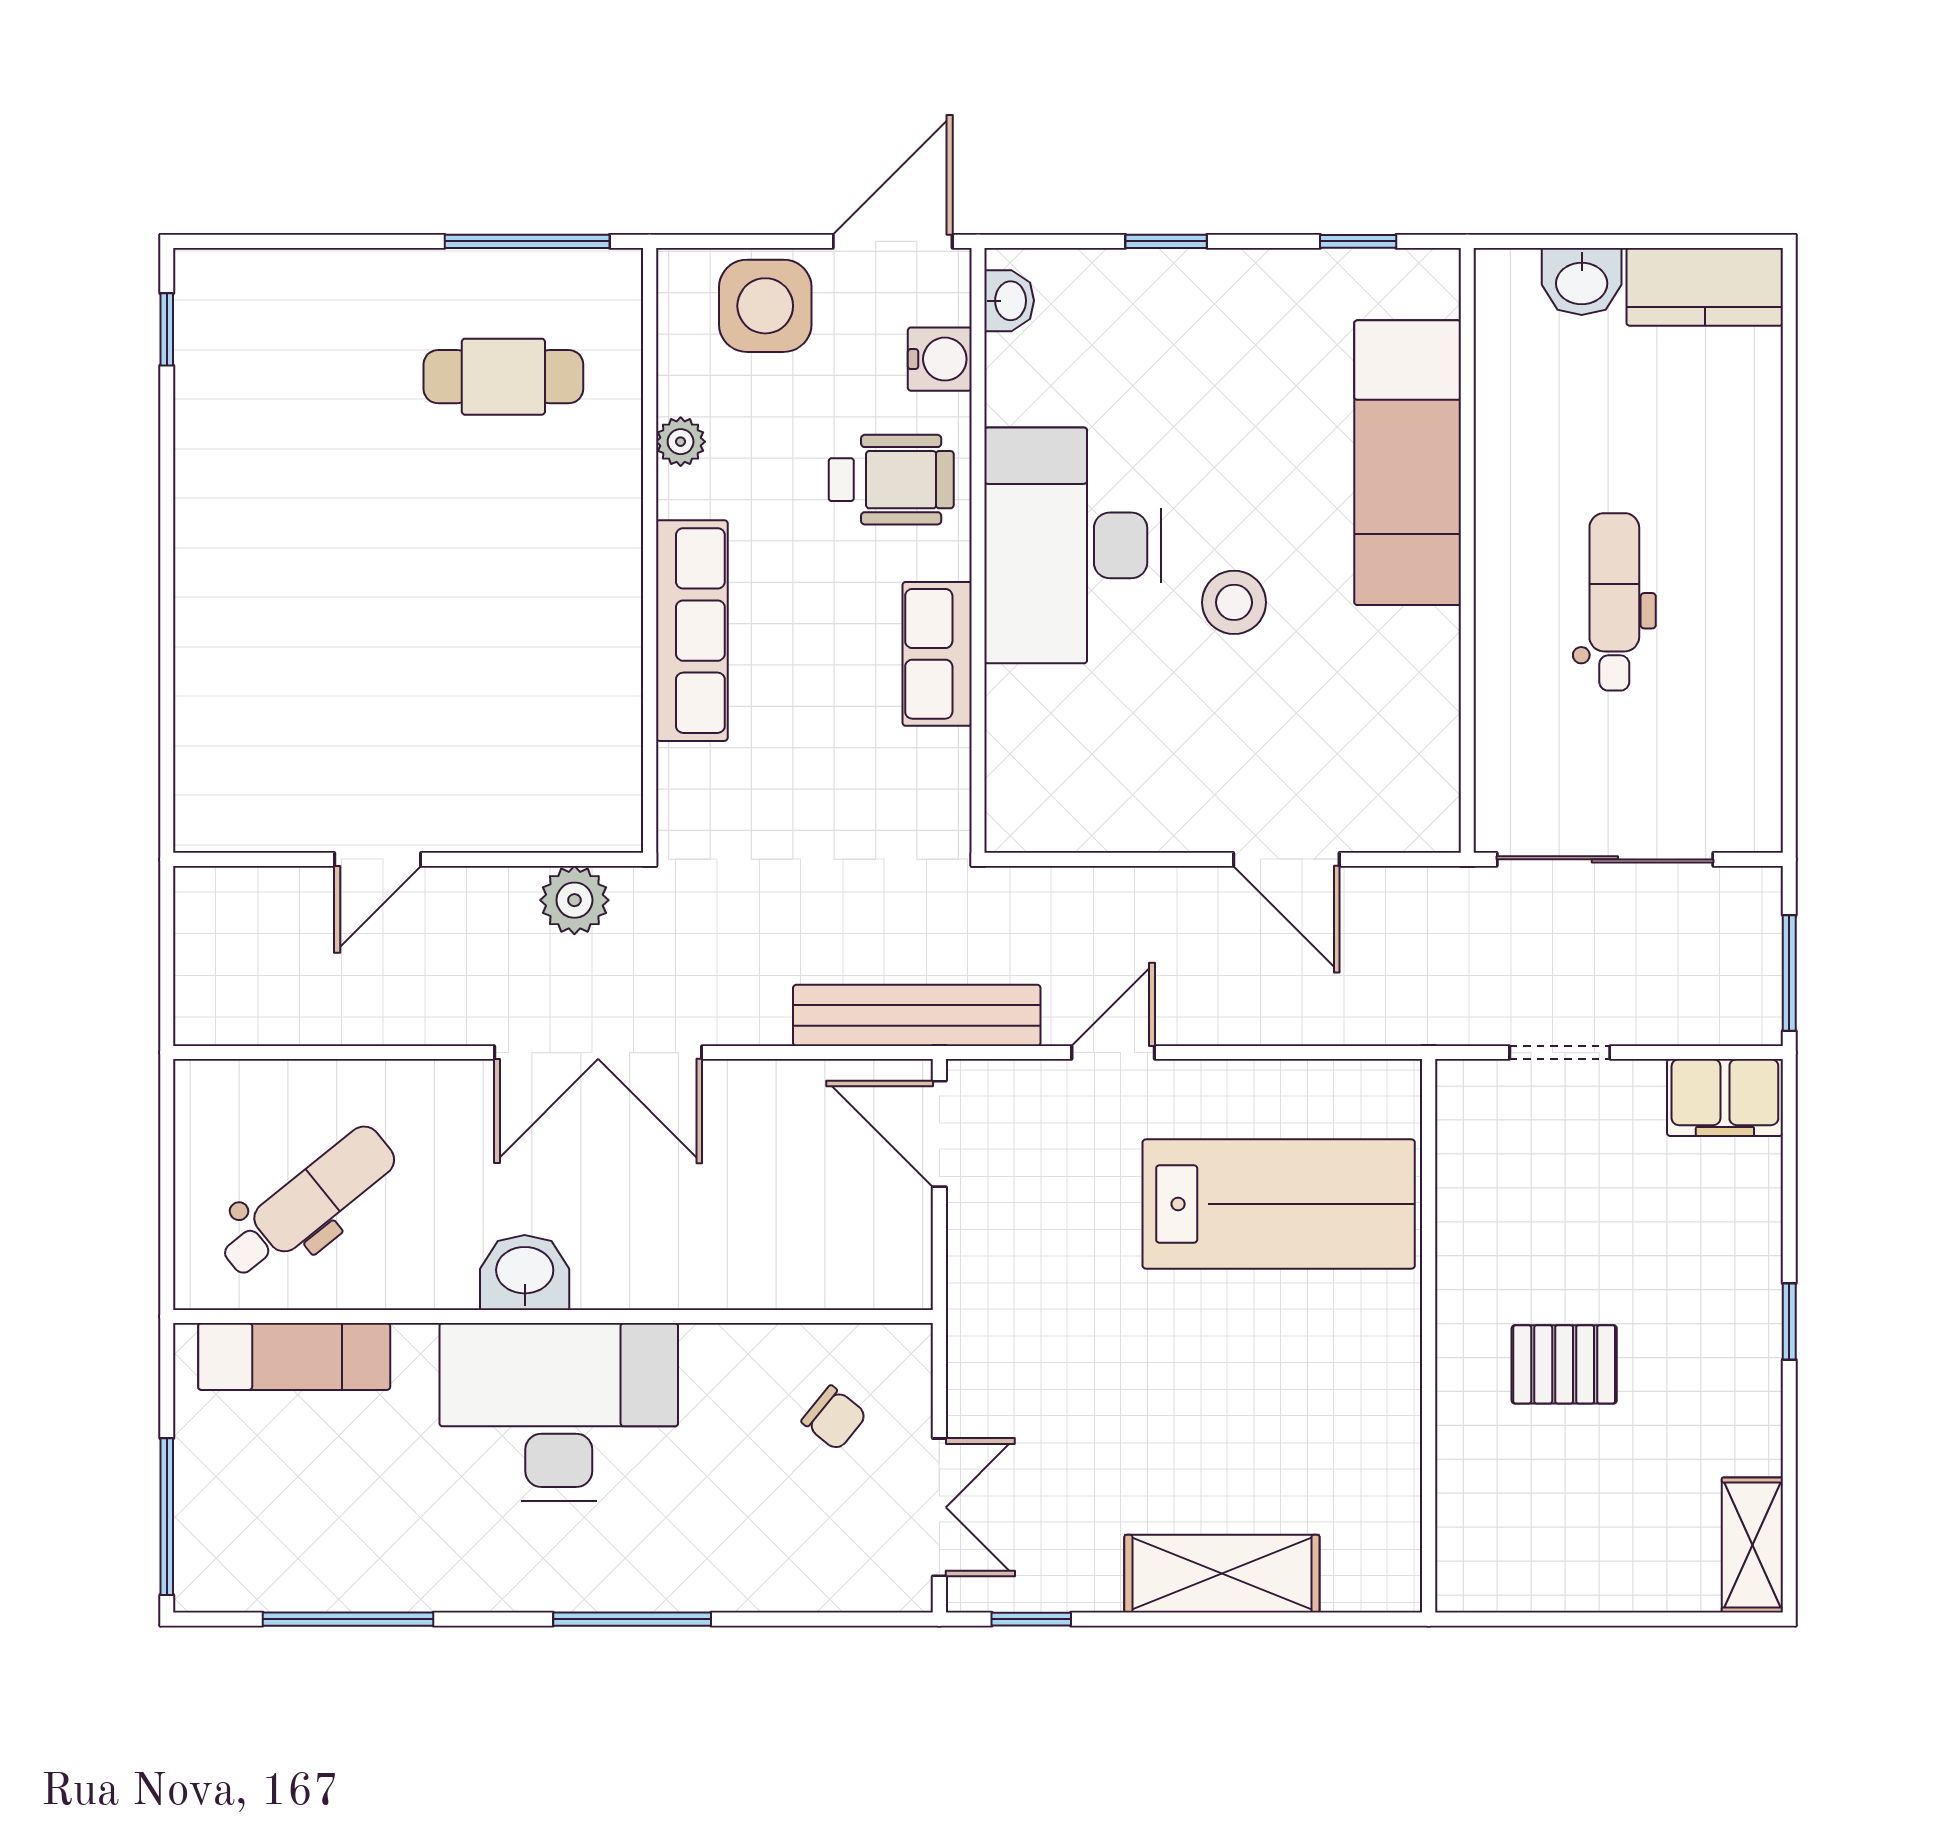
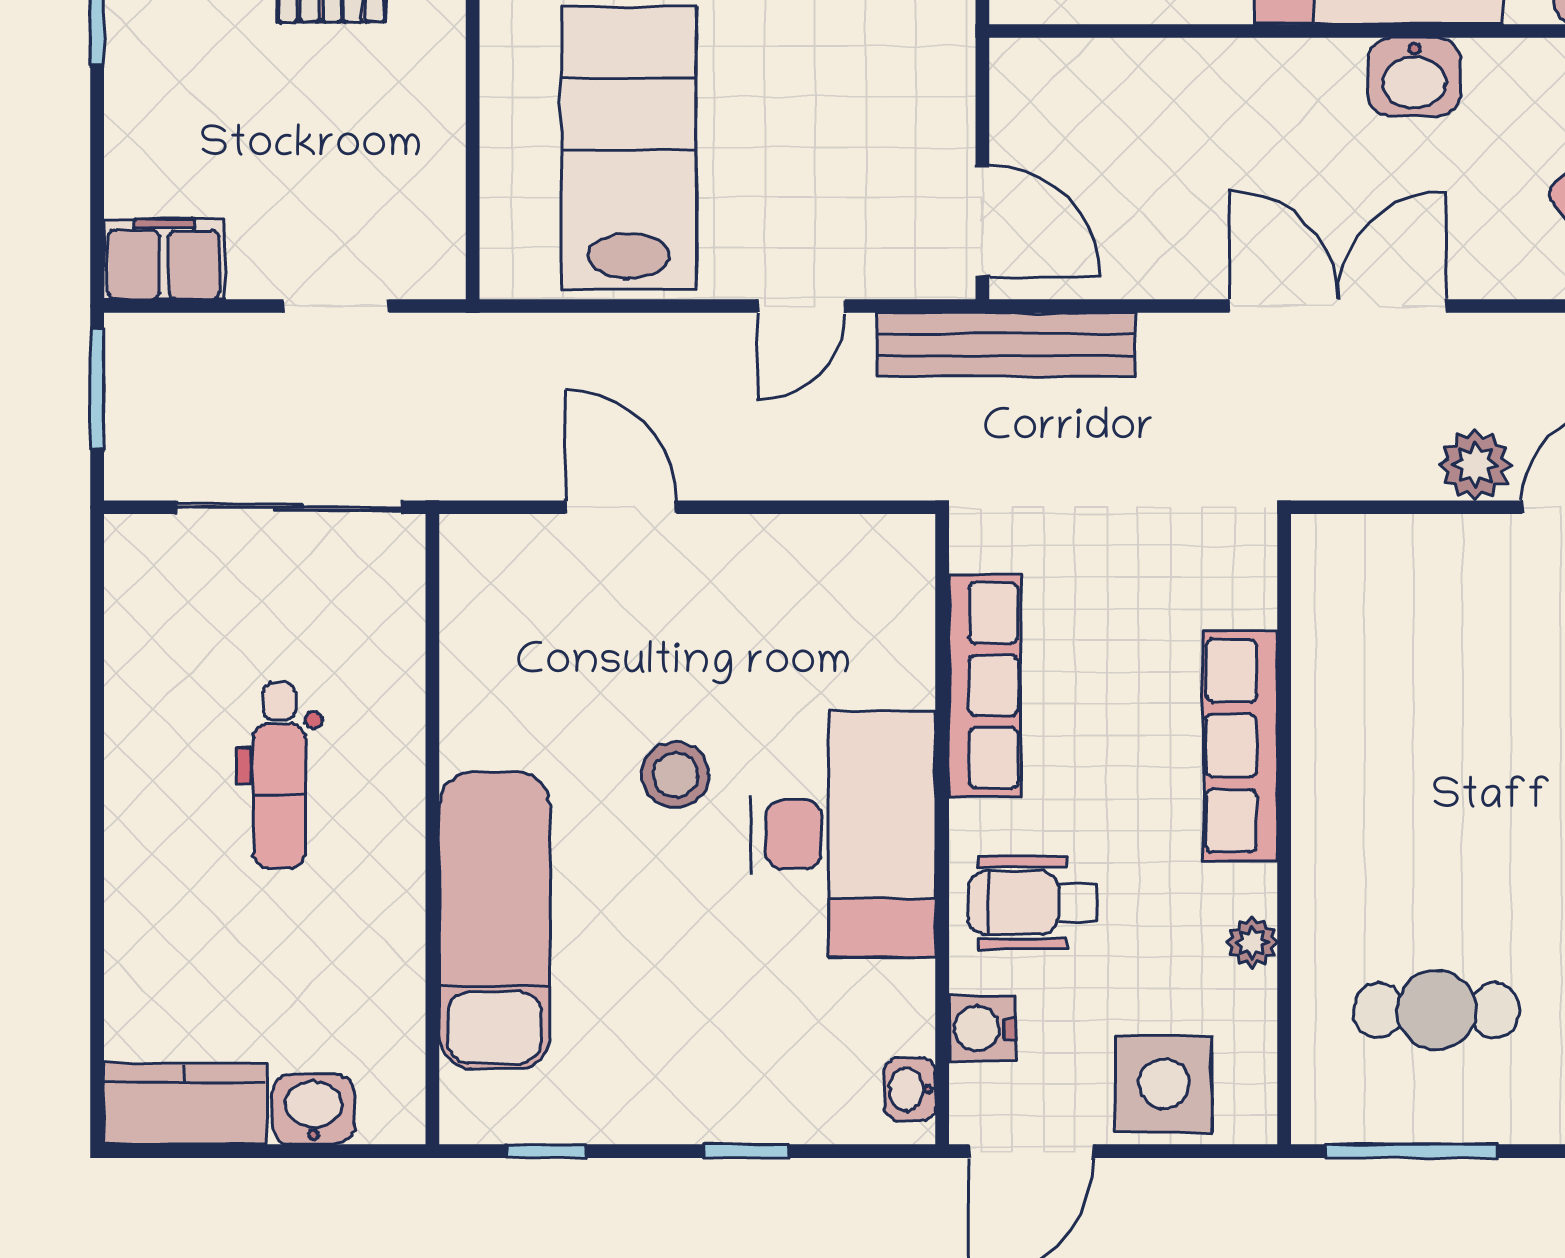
row of seats: (937, 654) -> (985, 685), width x1.48
plant: (574, 900) -> (1475, 465), moved
lab bench: (1279, 1204) -> (629, 148), turned 90

